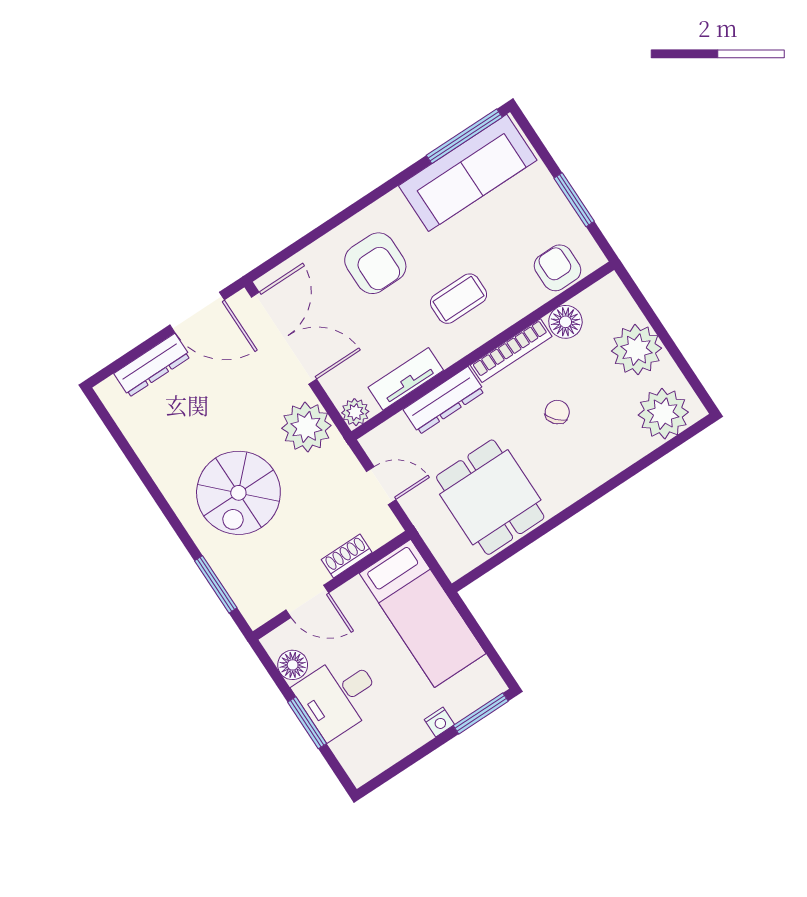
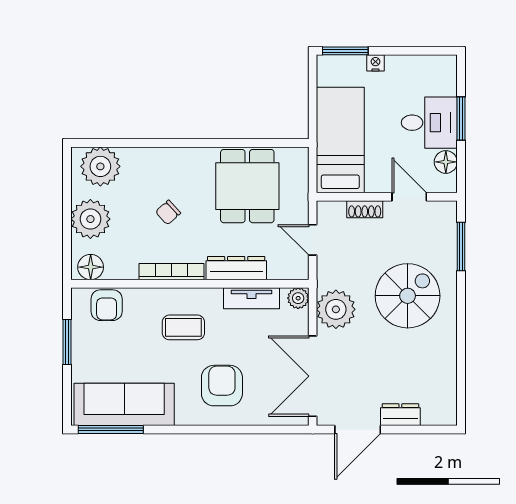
door: (197, 312) -> (358, 430), swing flipped
floor lamp: (565, 322) -> (91, 267), moved
dresser: (152, 365) -> (400, 415), width x0.70

